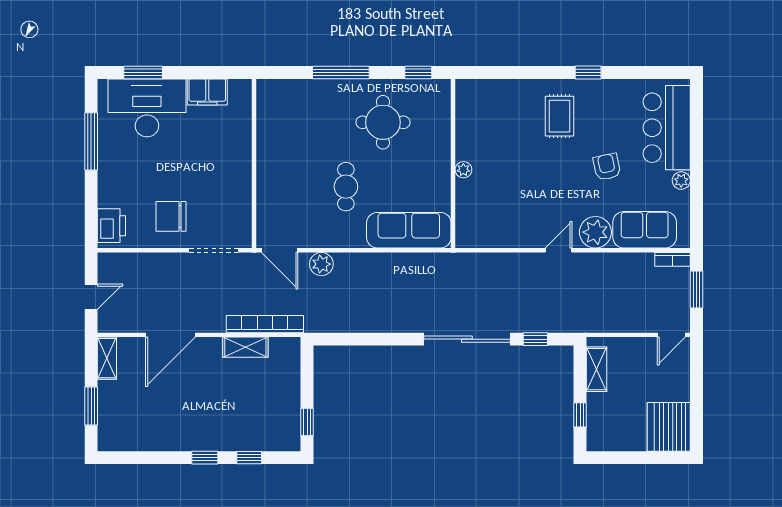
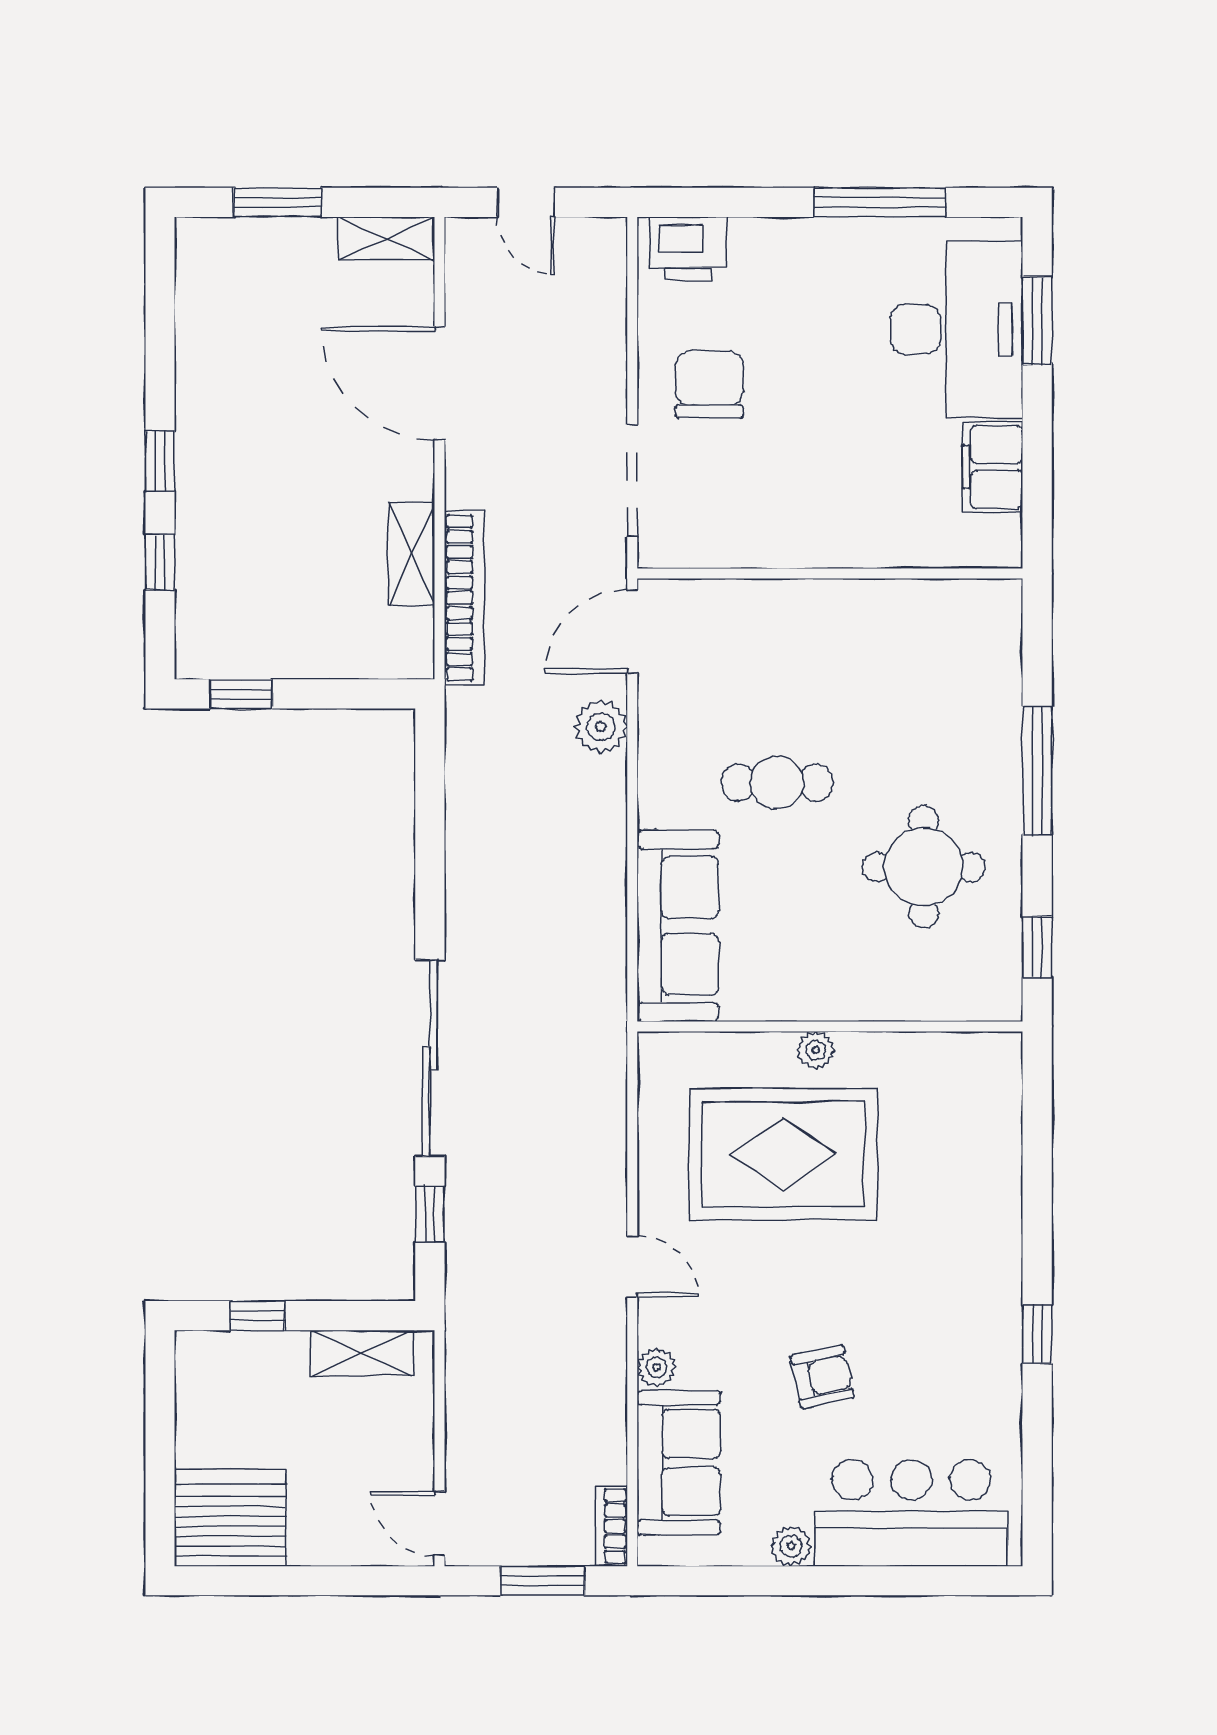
rug: (560, 116) -> (783, 1154), moved, width x1.86, depth x2.06
plant: (595, 232) -> (656, 1367), width x0.53, depth x0.53

